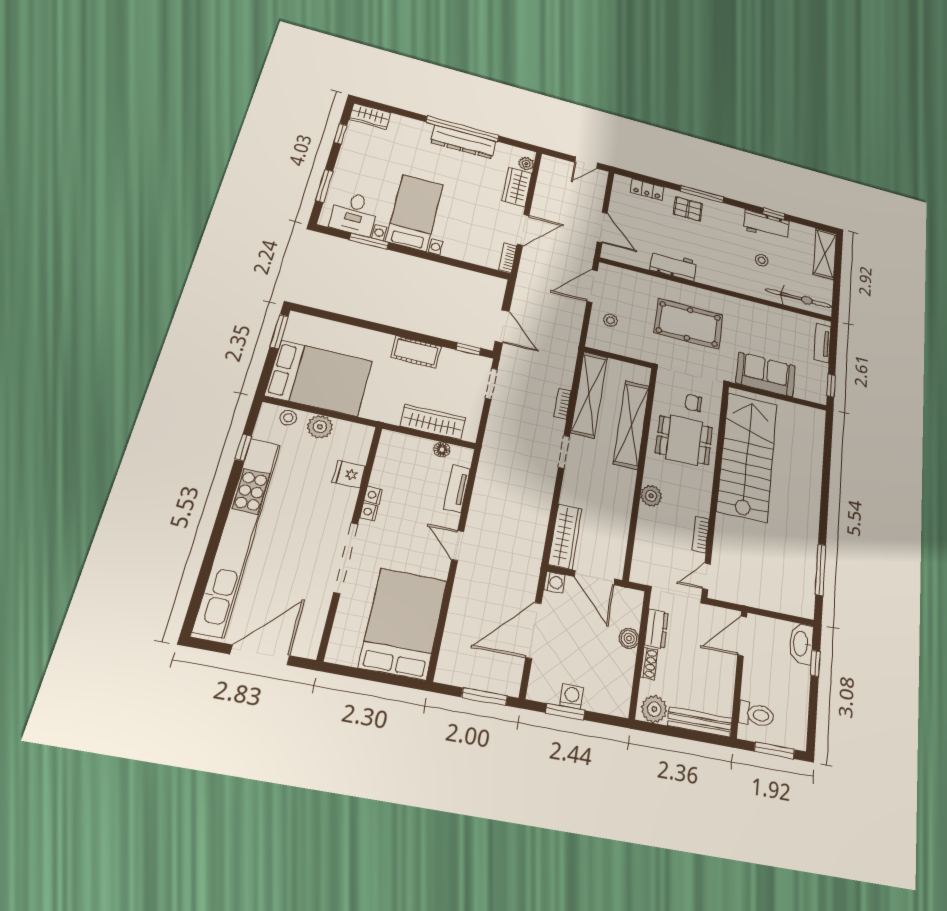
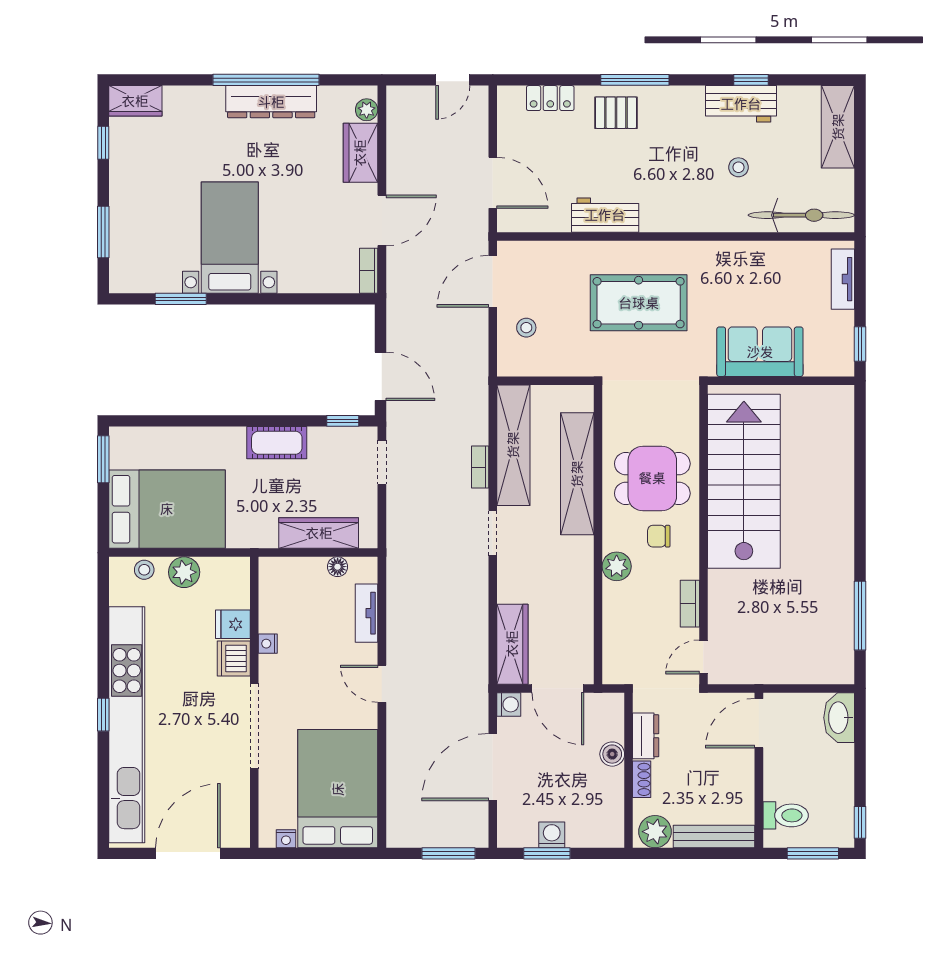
desk: (354, 214) -> (152, 263), removed
chair: (693, 403) -> (659, 536), moved
window: (243, 448) -> (103, 715), moved
dishwasher: (343, 501) -> (234, 658), added
nightstand: (369, 512) -> (286, 839), moved, turned -90
window: (815, 663) -> (860, 822), moved

